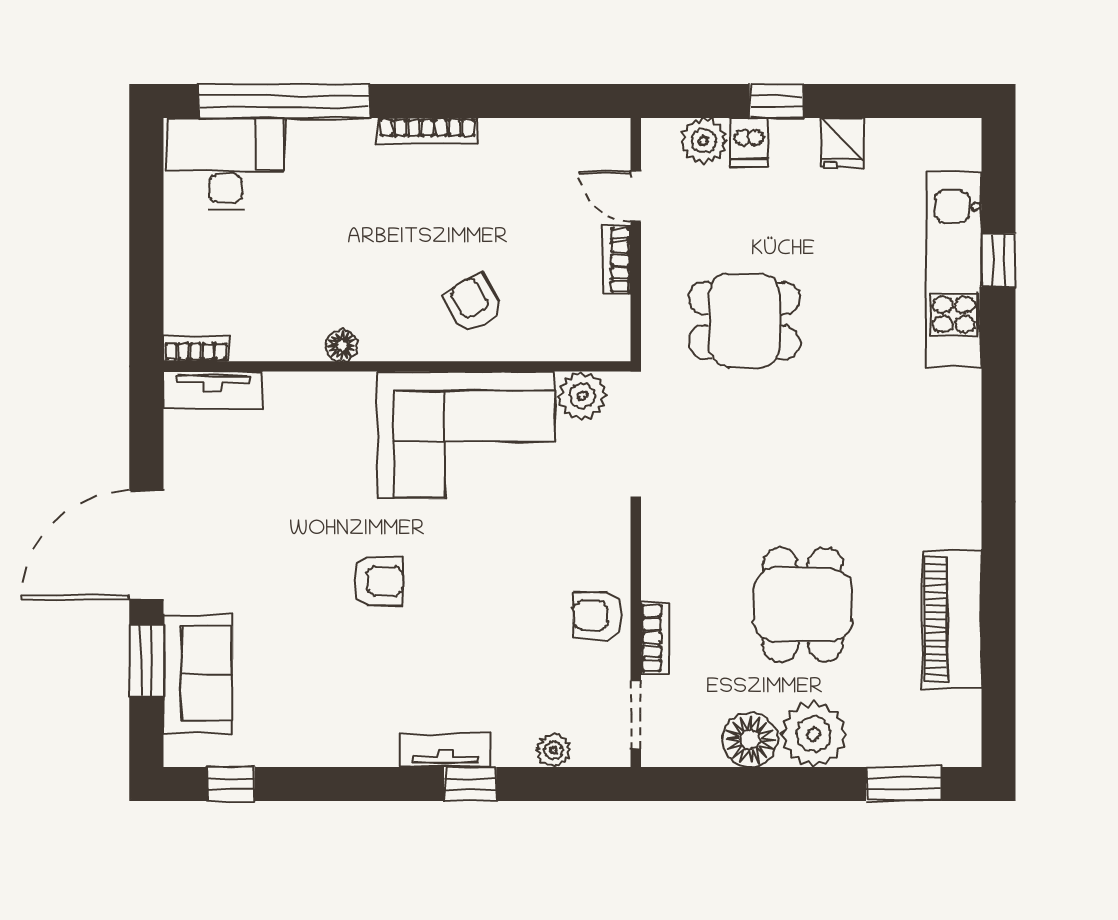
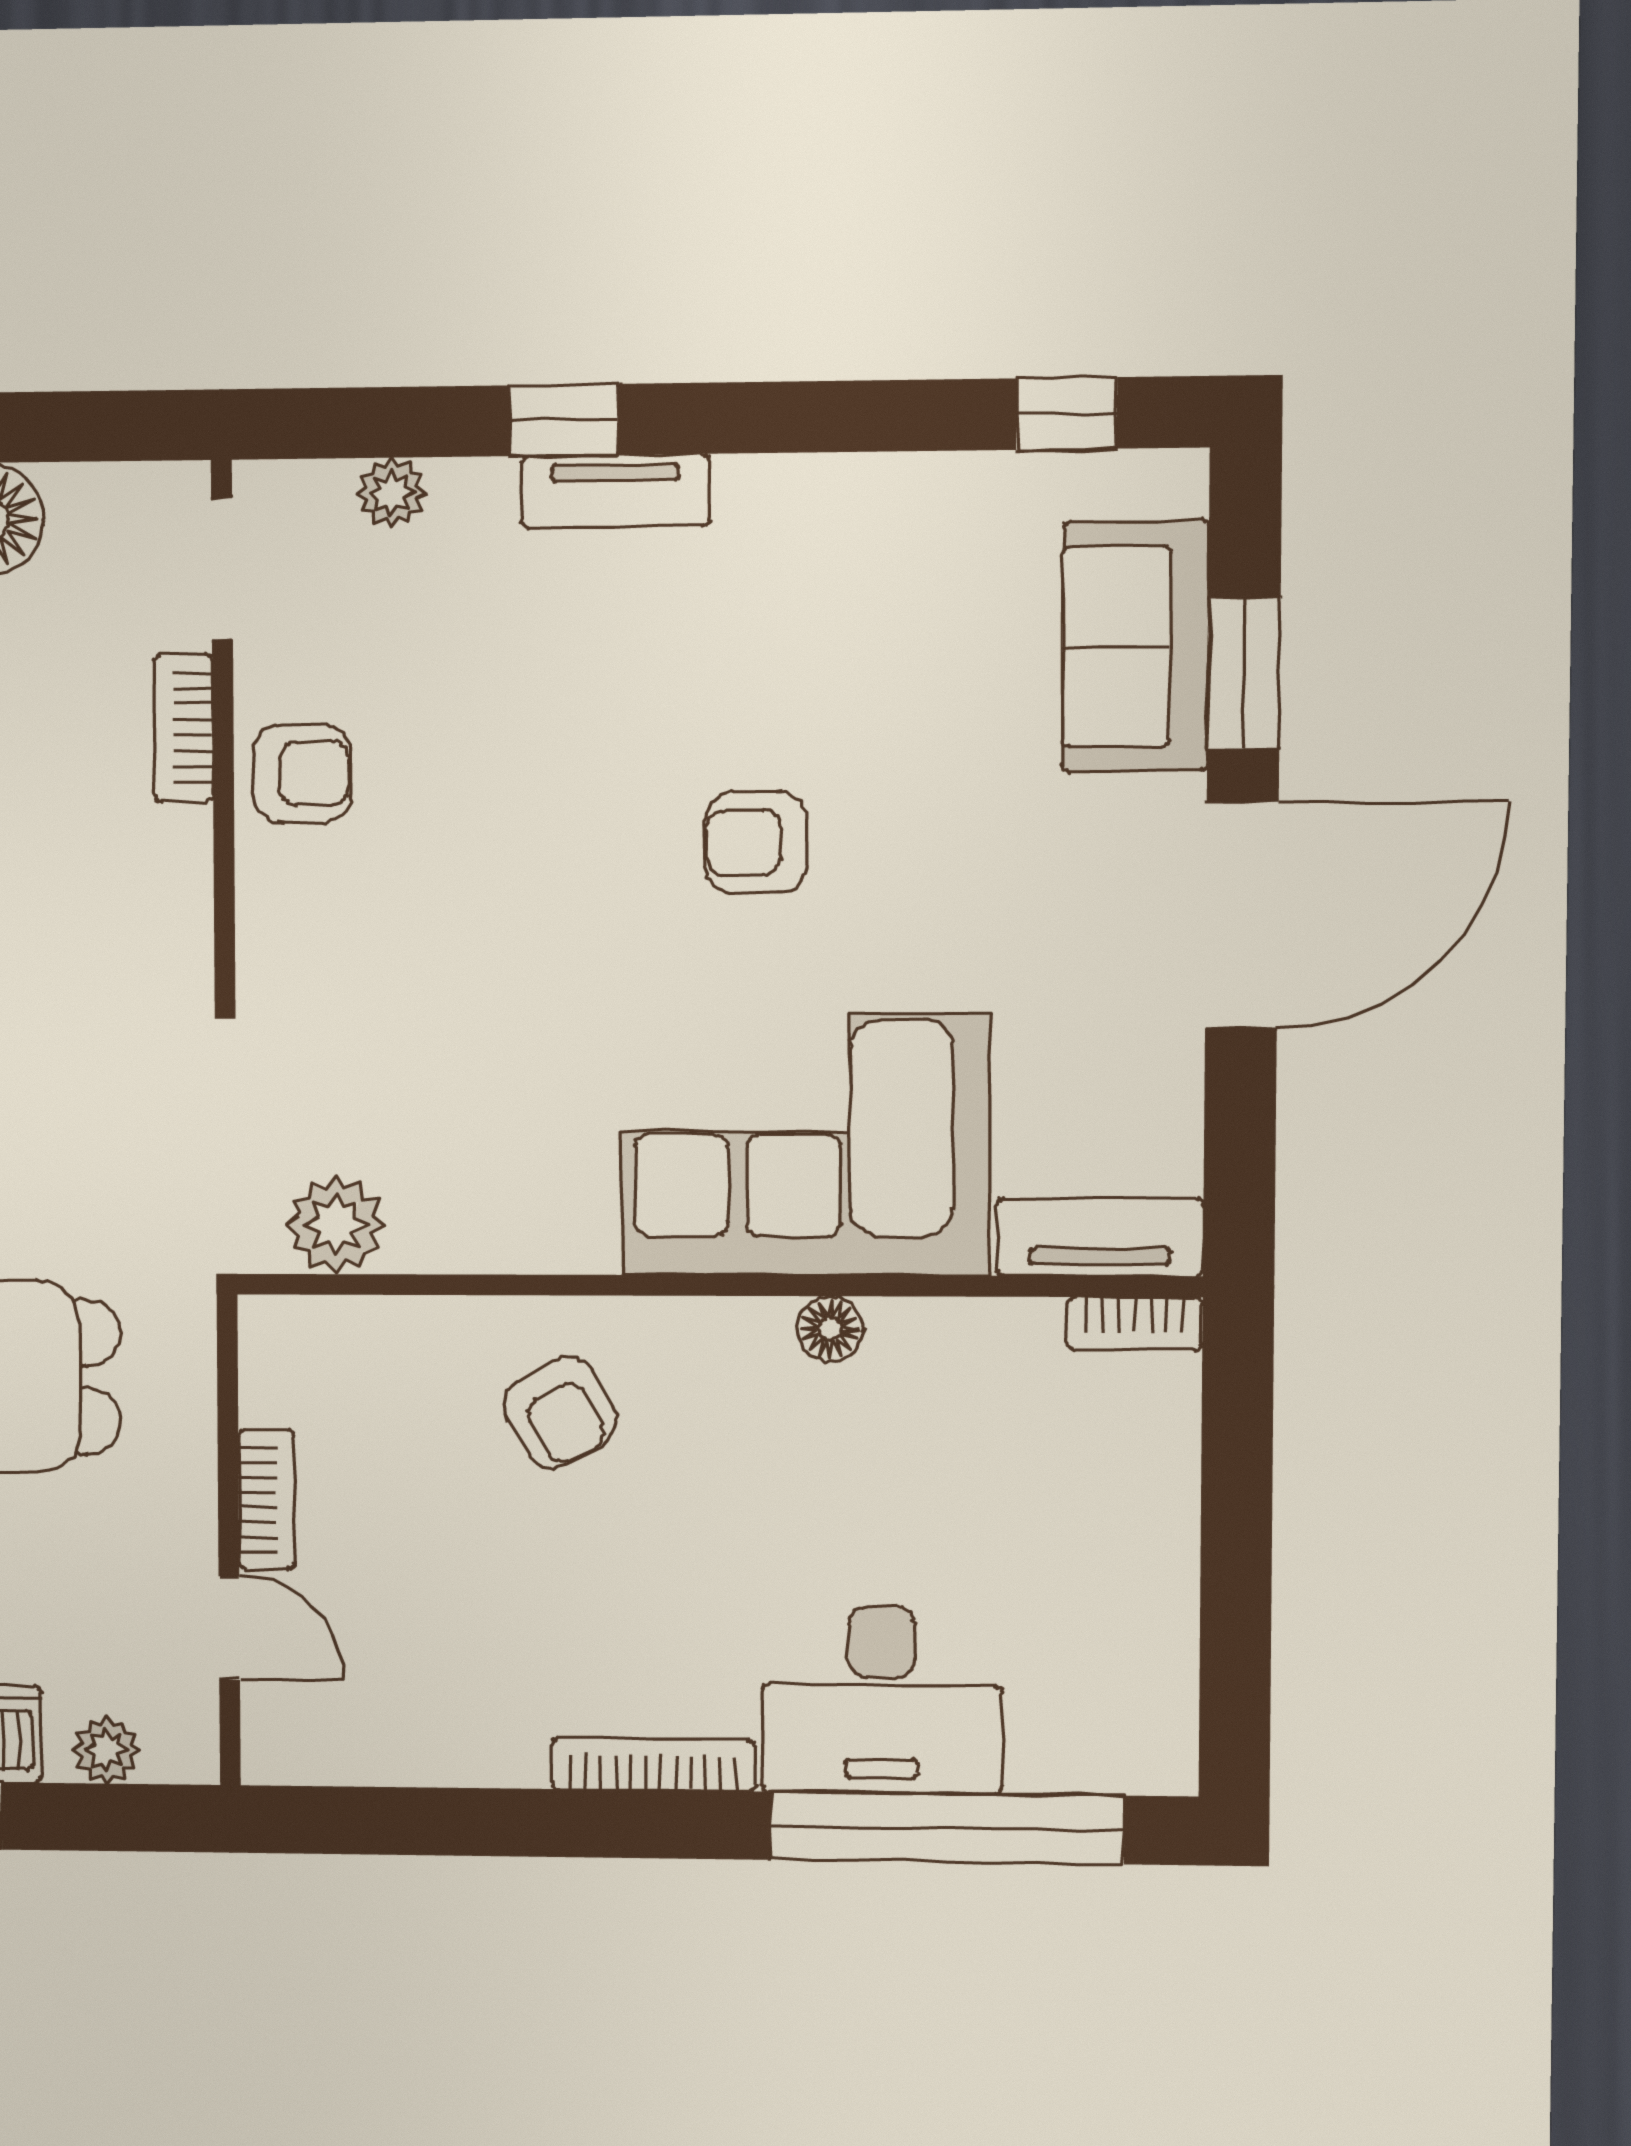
plant: (704, 141) -> (107, 1750), width x0.73, depth x0.73
desk: (225, 164) -> (882, 1700), moved
corner sofa: (466, 435) -> (805, 1145), moved

